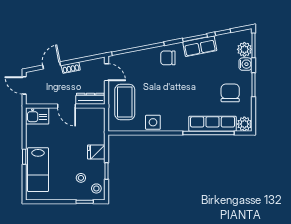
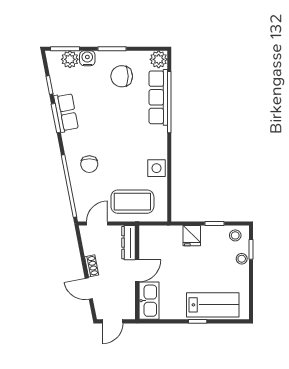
chair: (168, 58) -> (89, 164), moved
kitchen sink: (37, 116) -> (149, 301), width x1.38
stool: (81, 178) -> (242, 259), moved

